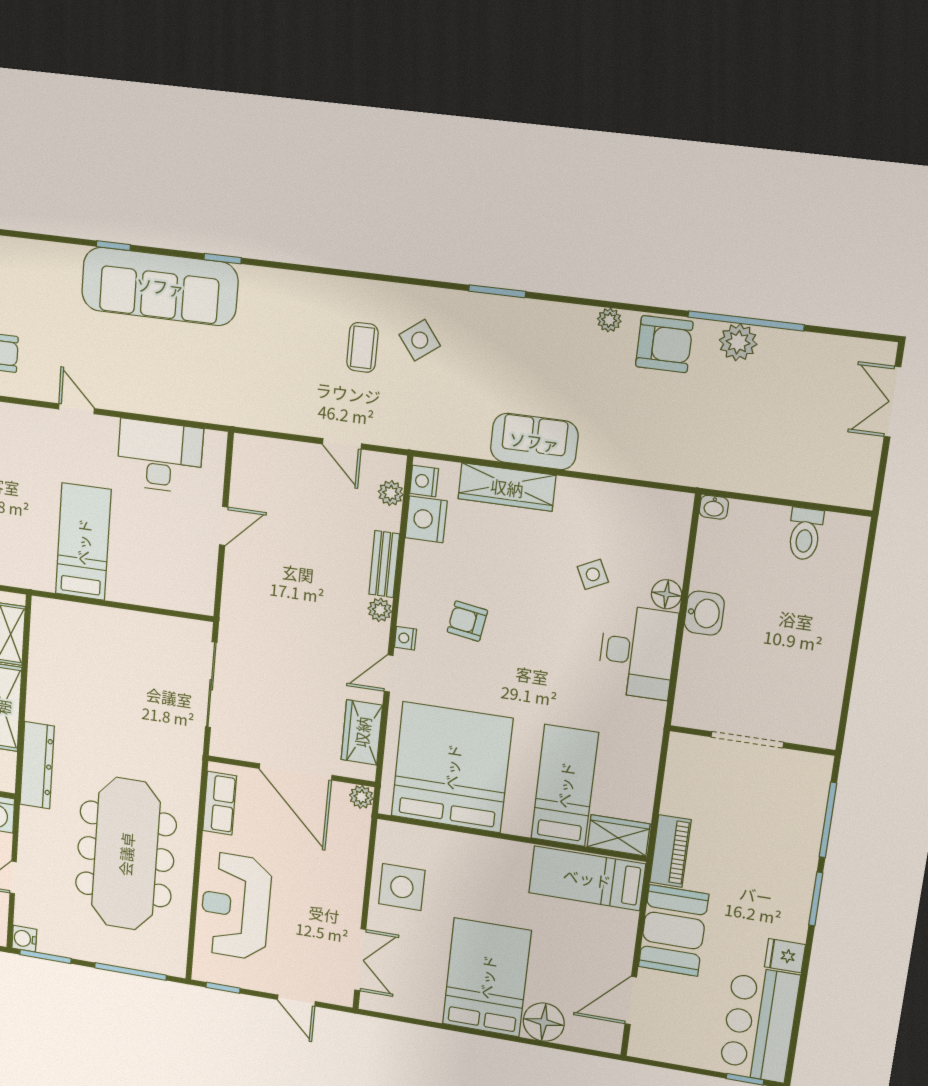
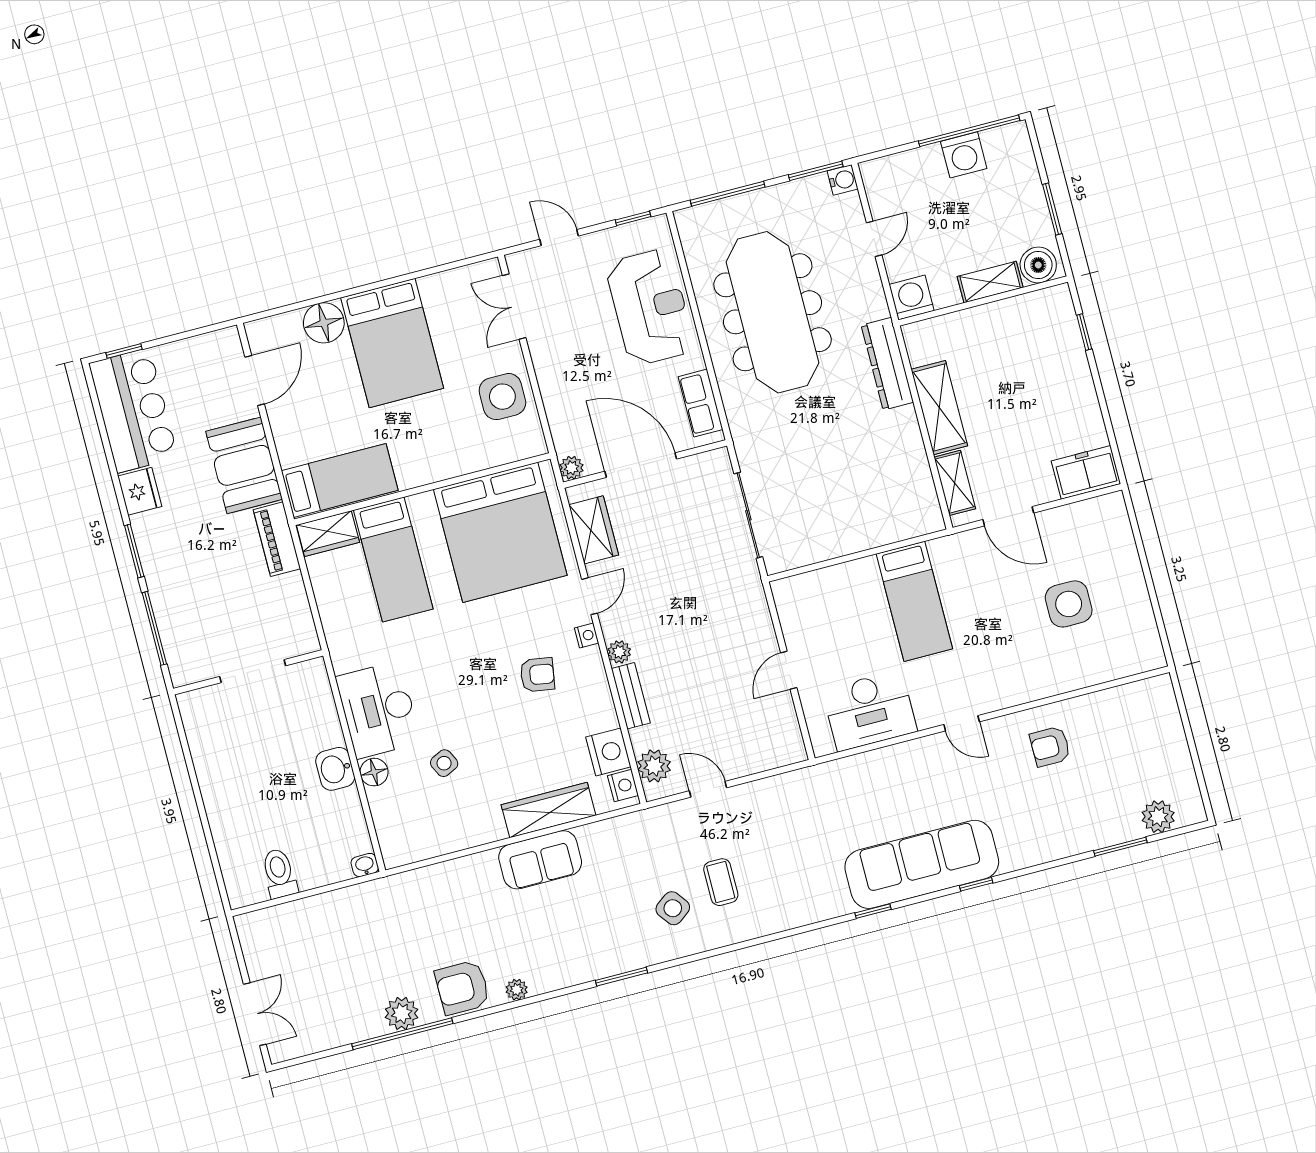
plant: (391, 493) -> (654, 766), width x1.38, depth x1.38
fridge: (785, 956) -> (140, 491), width x1.38

